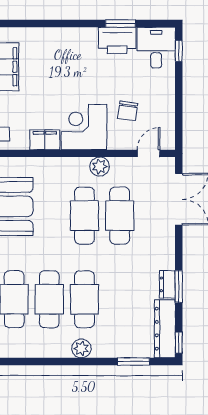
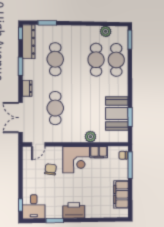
printer: (117, 40) -> (74, 210), moved
plant: (100, 167) -> (90, 137), moved
cafe table: (84, 216) -> (76, 108), removed
dresser: (167, 284) -> (27, 88), moved
cafe table: (84, 299) -> (55, 59), moved
plant: (81, 348) -> (106, 31), moved

